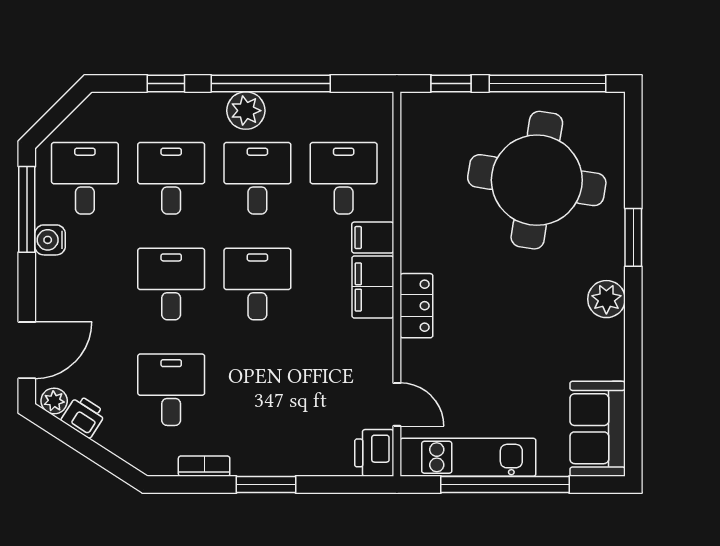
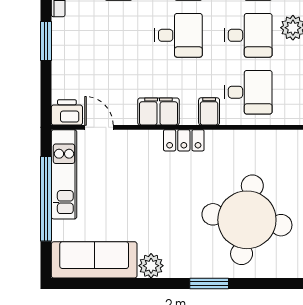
filing cabinet: (373, 287) -> (158, 112), moved
plant: (606, 299) -> (151, 266), moved
locker: (416, 306) -> (184, 140), moved
door: (397, 404) -> (99, 127), swing flipped
sofa: (598, 429) -> (94, 260), width x1.36

